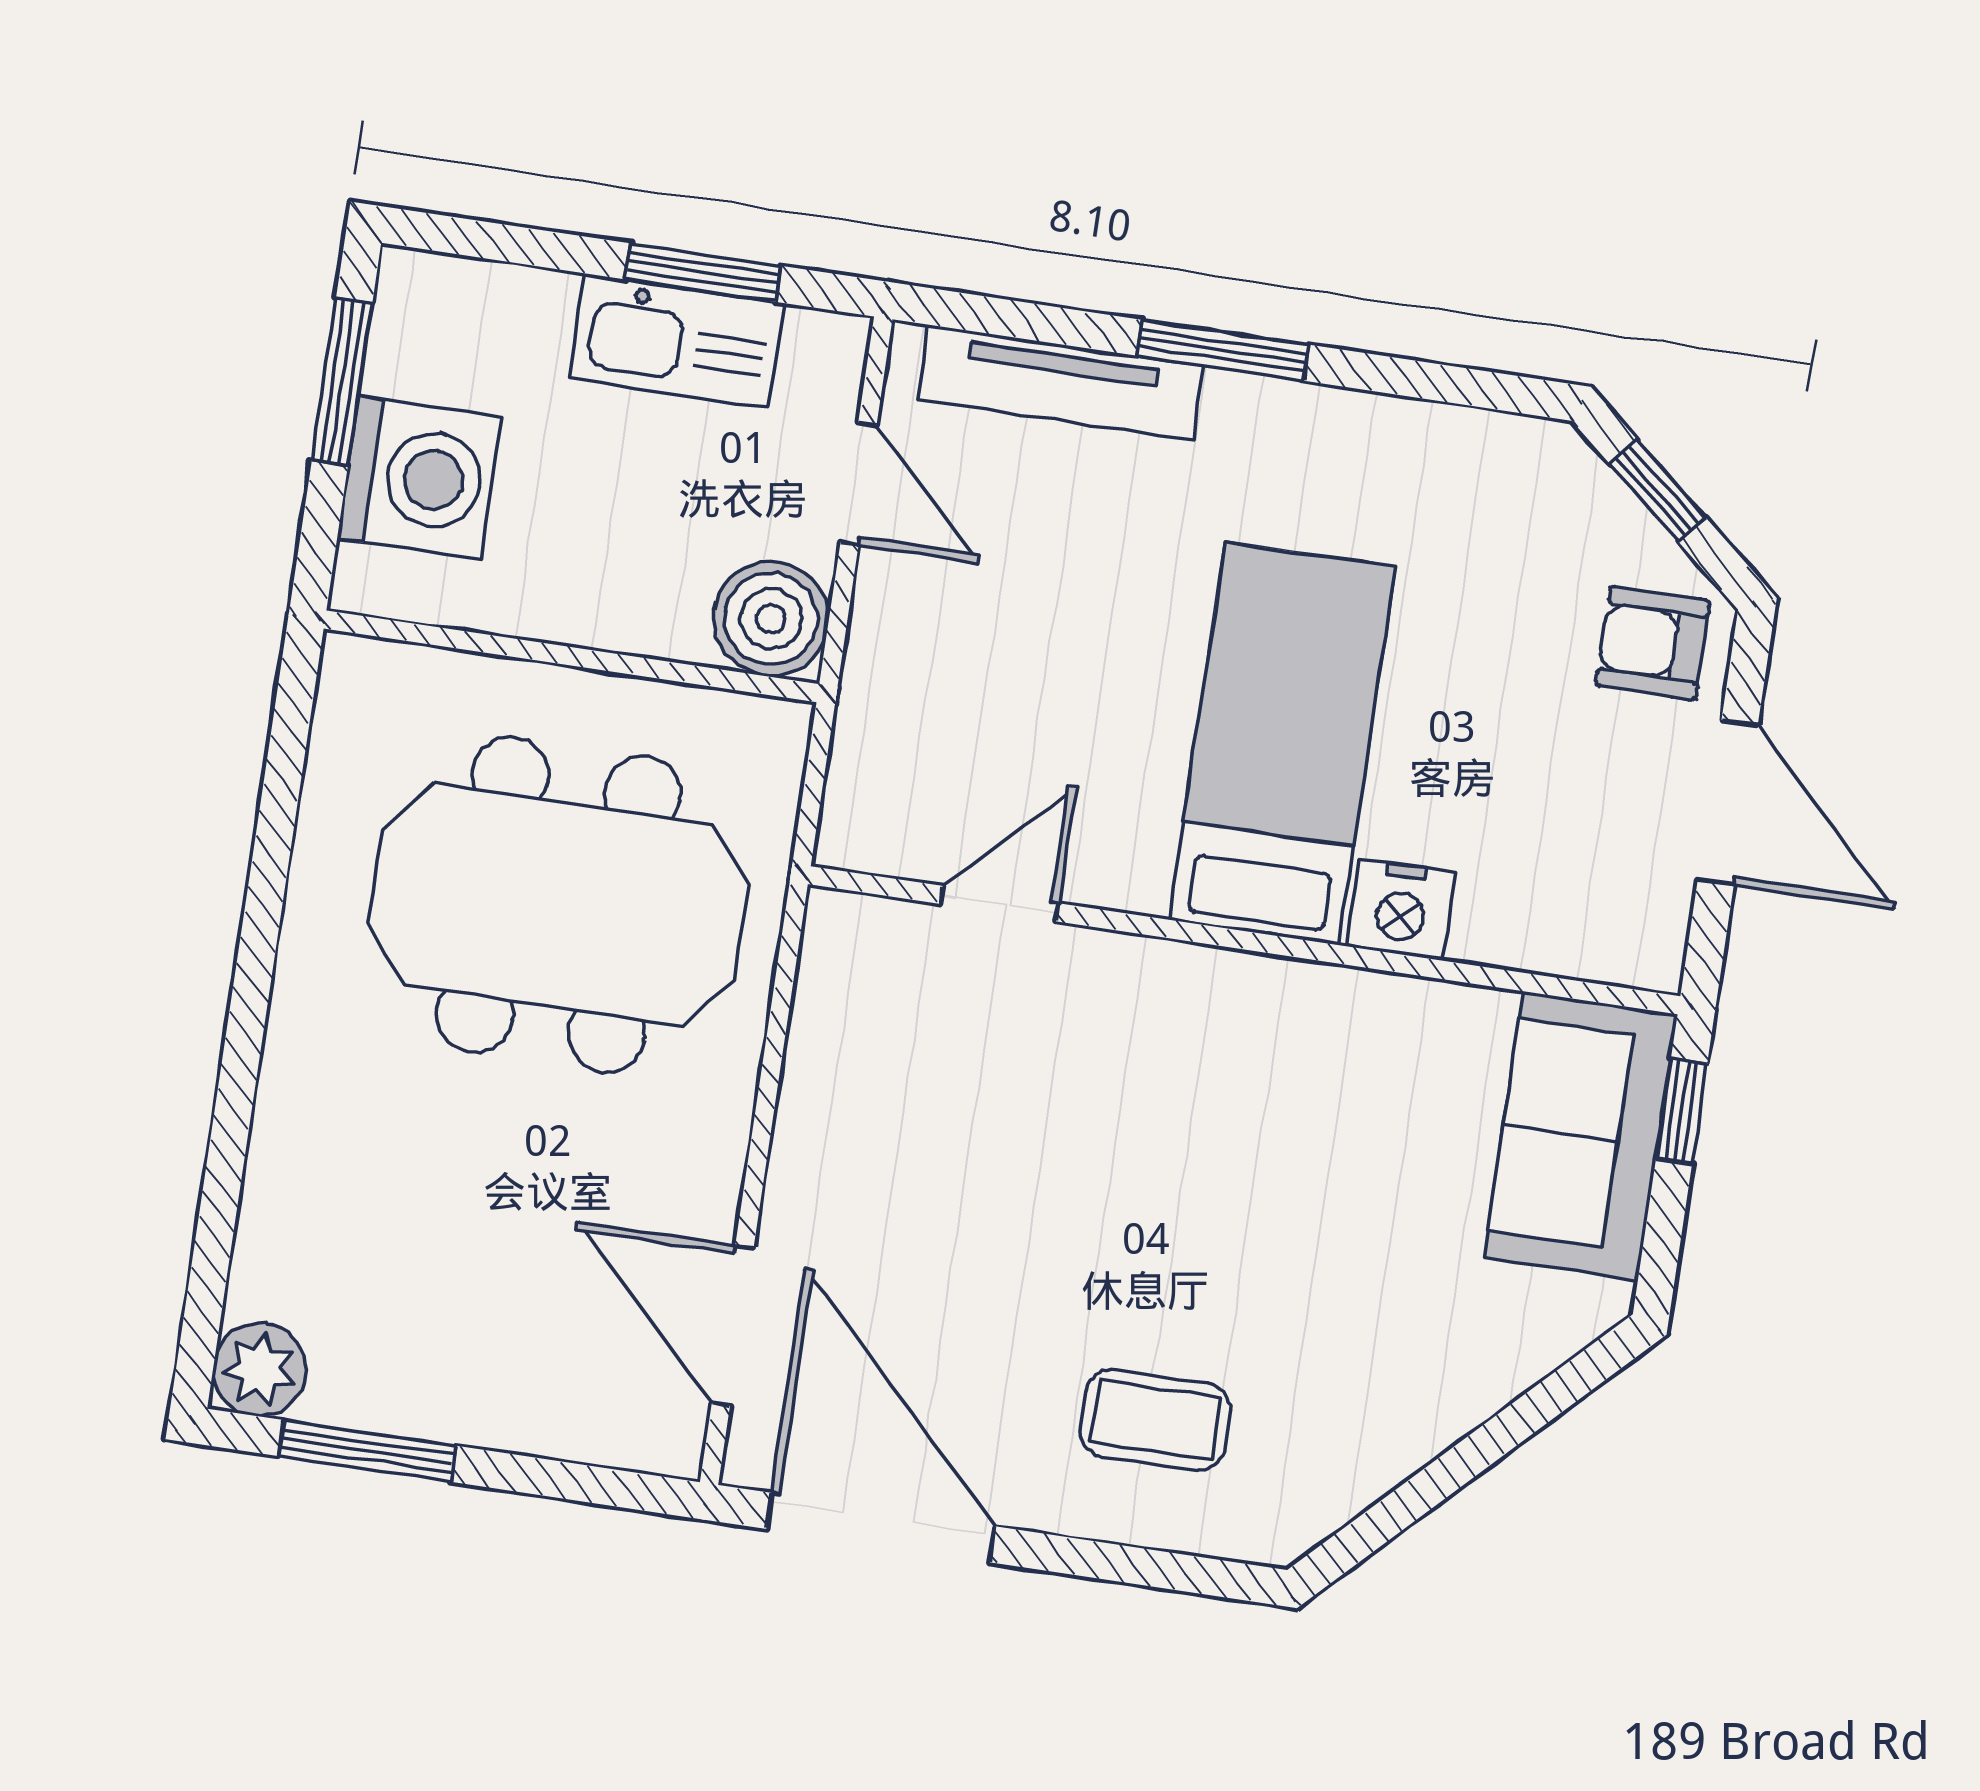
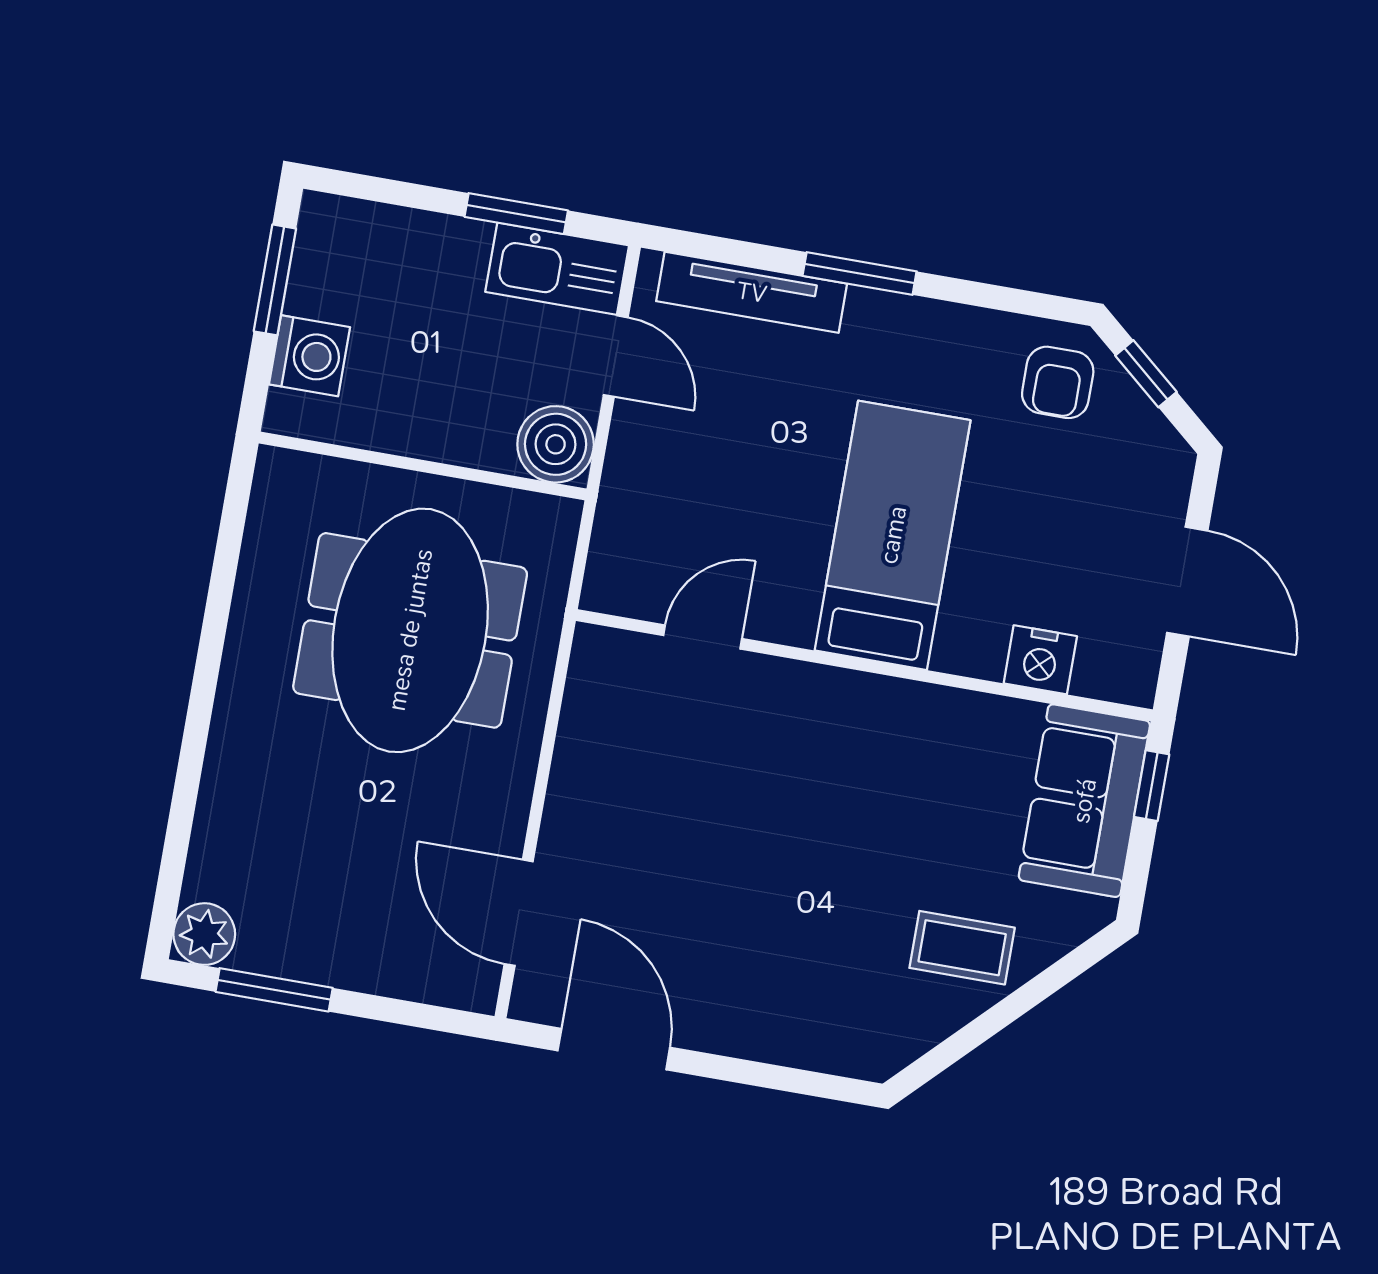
kitchen sink: (677, 341) -> (557, 269), moved
washing machine: (419, 478) -> (310, 356), width x0.73, depth x0.73
armchair: (1653, 643) -> (1058, 382), moved, turned -90
meeting table: (559, 904) -> (410, 630), turned 90
nightstand: (1401, 909) -> (1040, 660), moved
coffee table: (1156, 1420) -> (962, 948), moved
door: (881, 1528) -> (614, 1049), width x0.73

